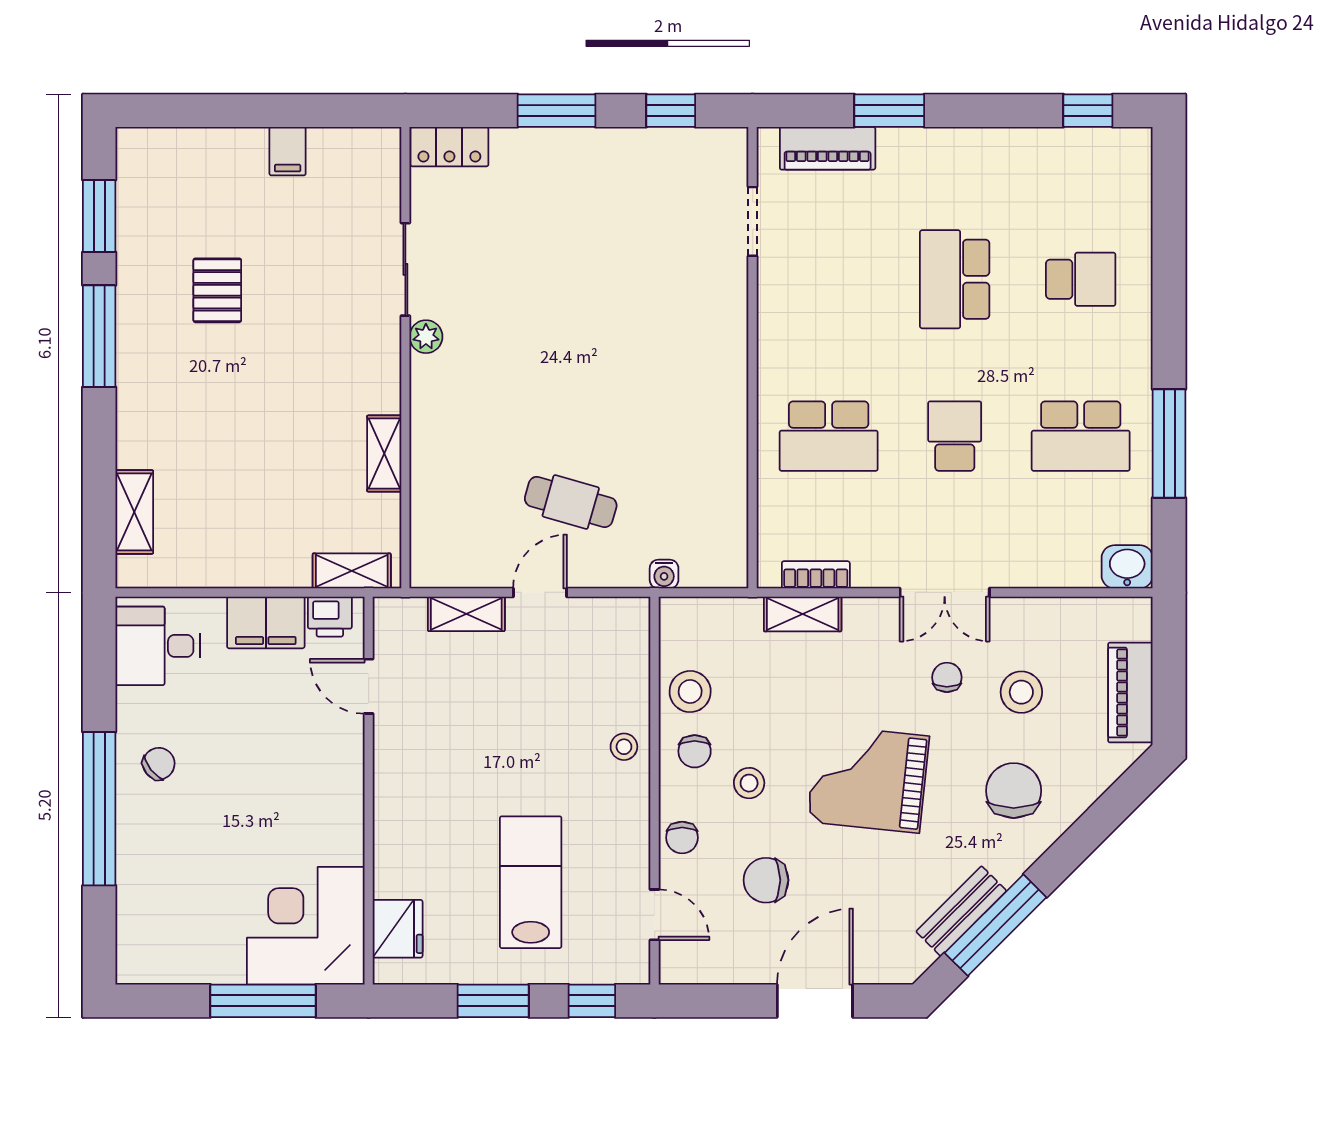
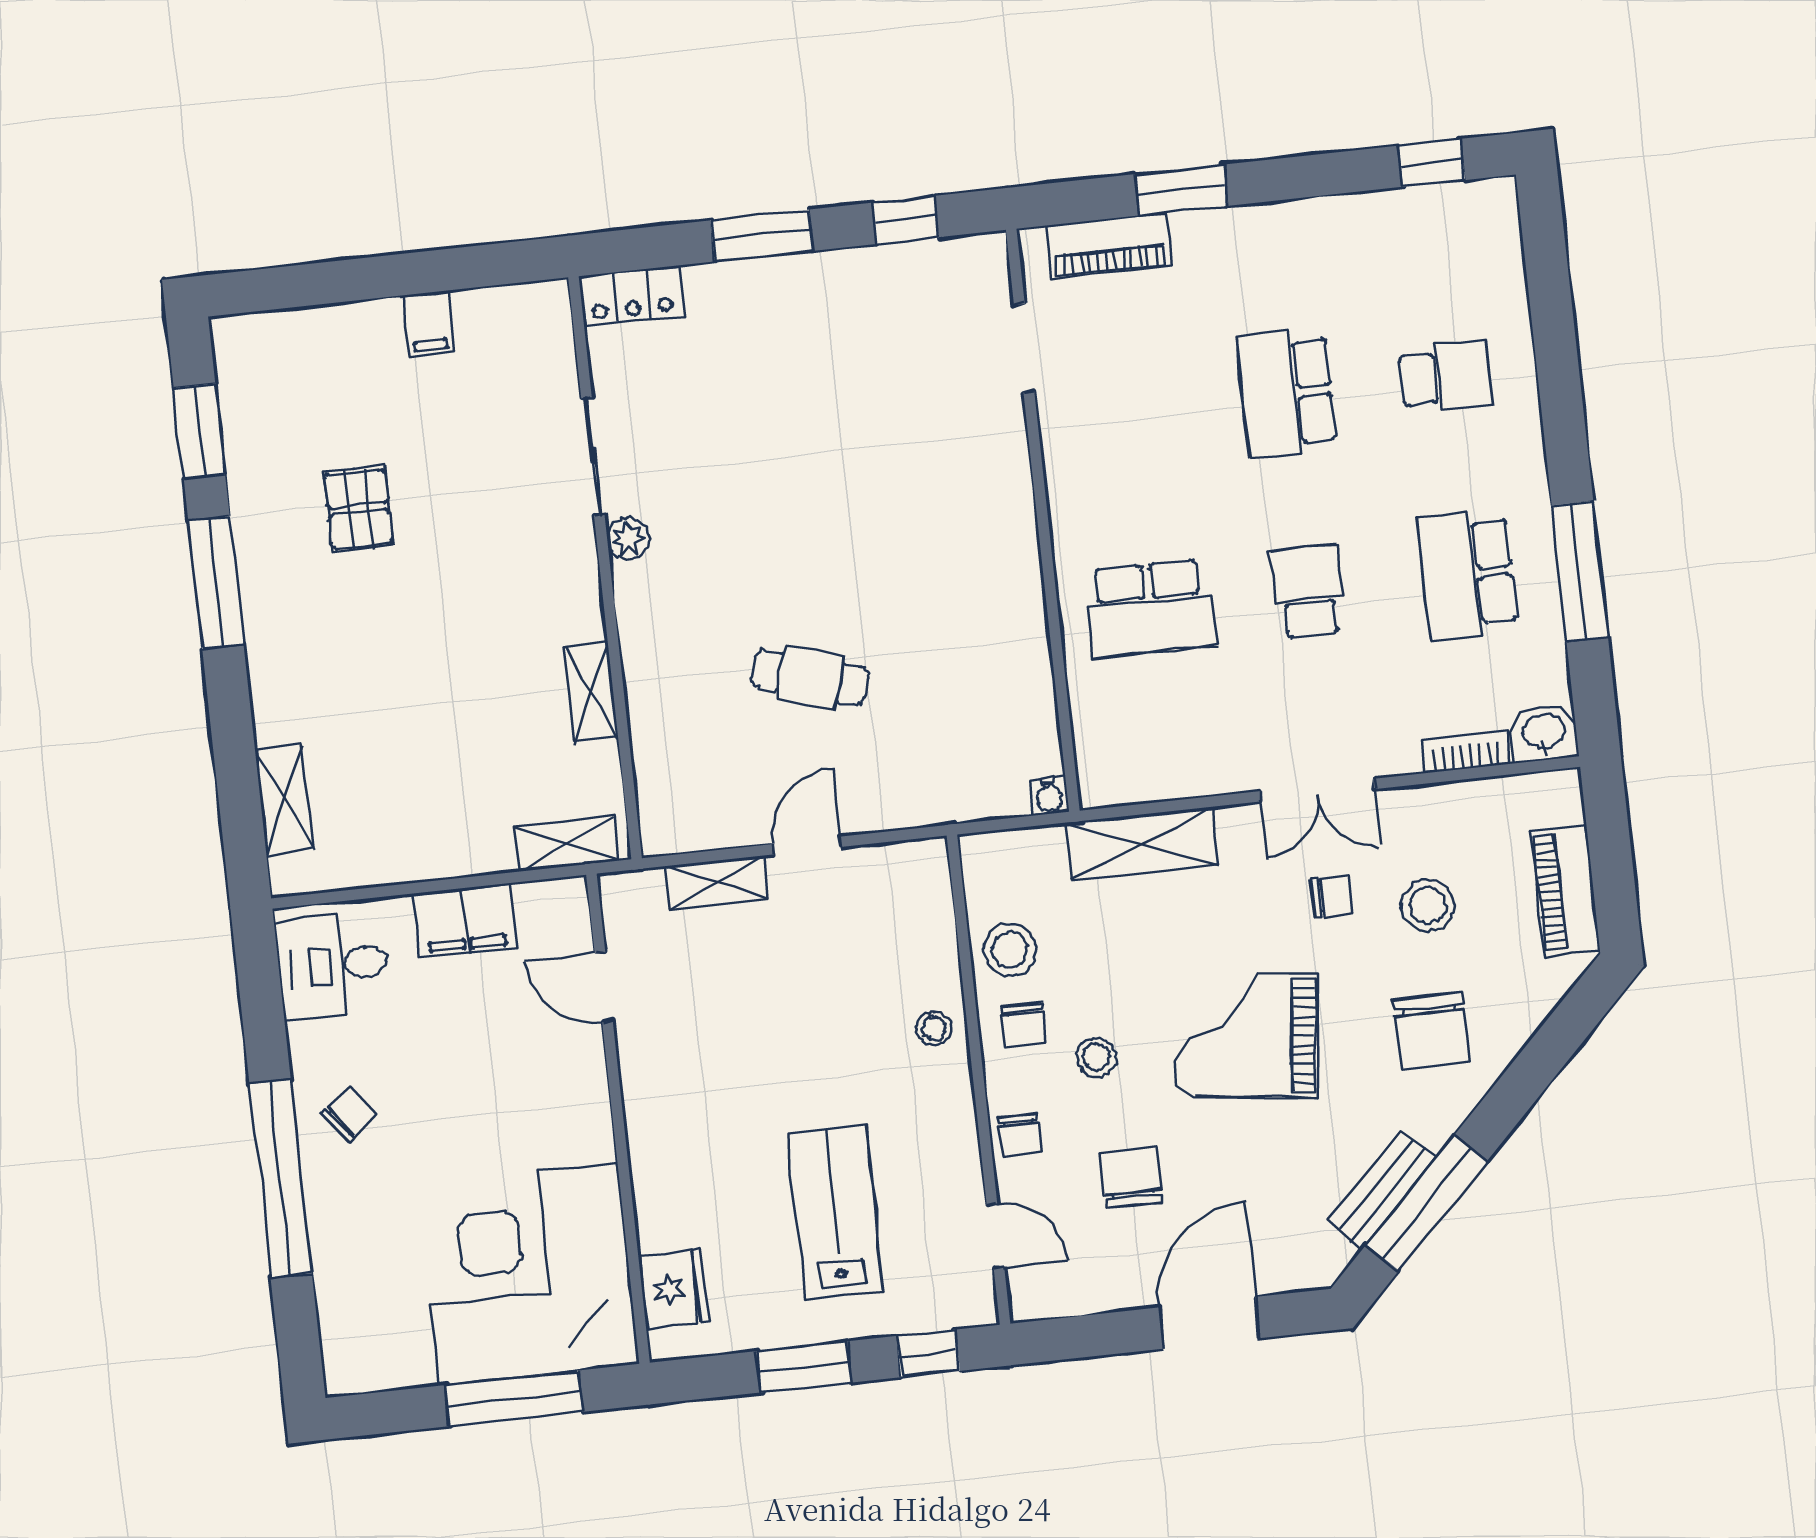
school desk: (1081, 436) -> (1467, 574), turned 90
cafe table: (571, 502) -> (810, 677), moved
water cooler: (664, 574) -> (1049, 796), moved
bookcase: (816, 575) -> (1466, 751), moved
shelving: (803, 614) -> (1142, 844), width x1.50, depth x1.33
printer: (330, 617) -> (545, 905), removed
chair: (947, 677) -> (1332, 897), turned 90
chair: (1014, 791) -> (1431, 1030), turned 180
chair: (766, 880) -> (1131, 1177), turned 90
corner desk: (306, 926) -> (528, 1274), width x1.36, depth x1.36

